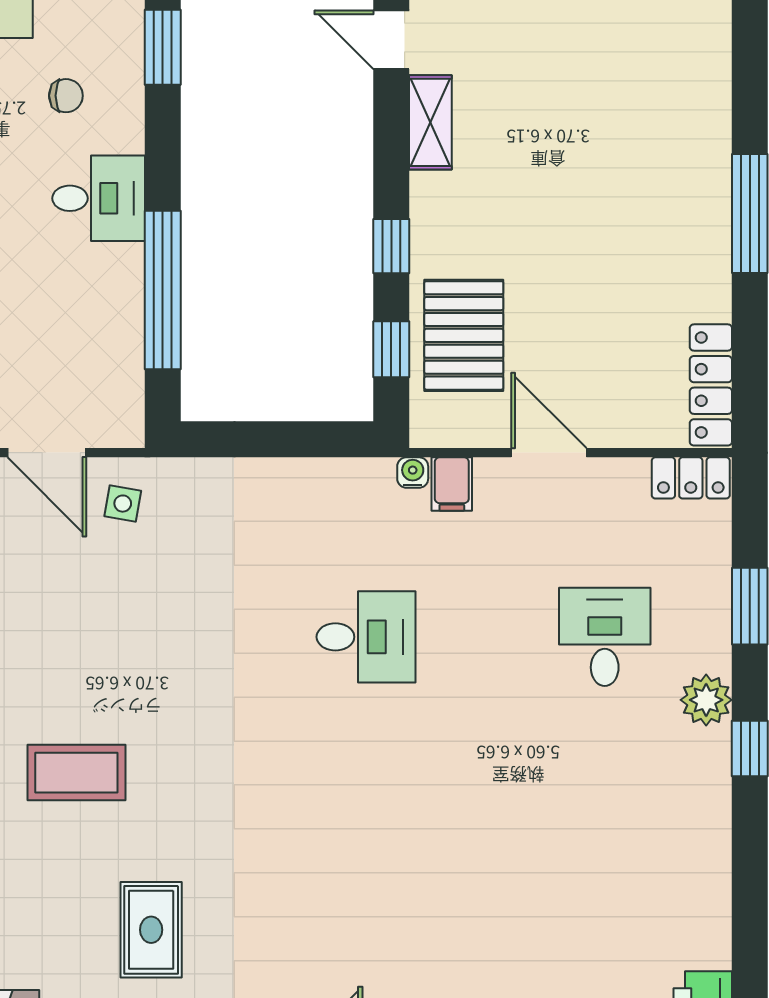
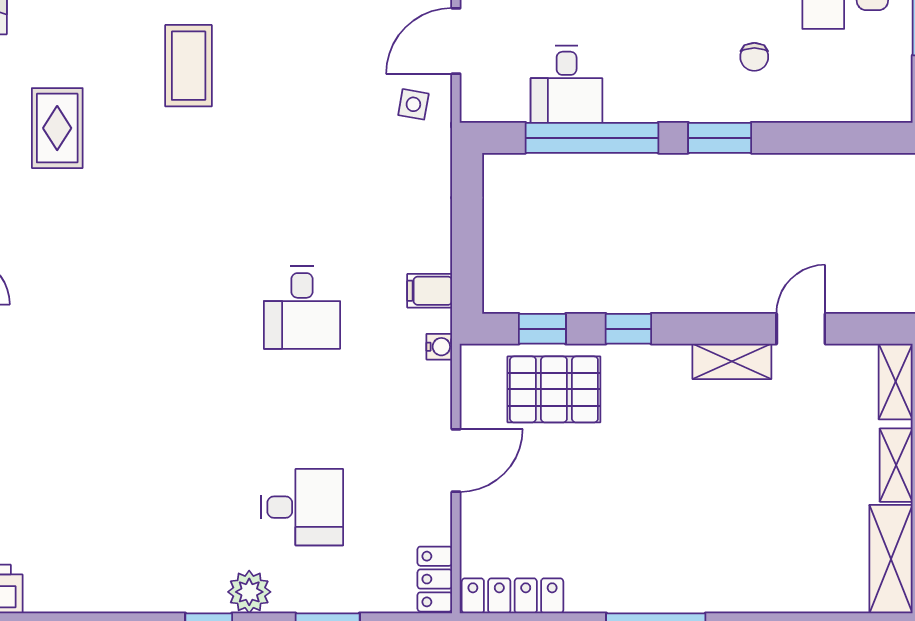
window: (163, 47) -> (720, 138), moved
desk: (99, 198) -> (567, 84), moved
filing cabinet: (452, 484) -> (430, 291), moved
rug: (151, 930) -> (57, 128), turned 90

